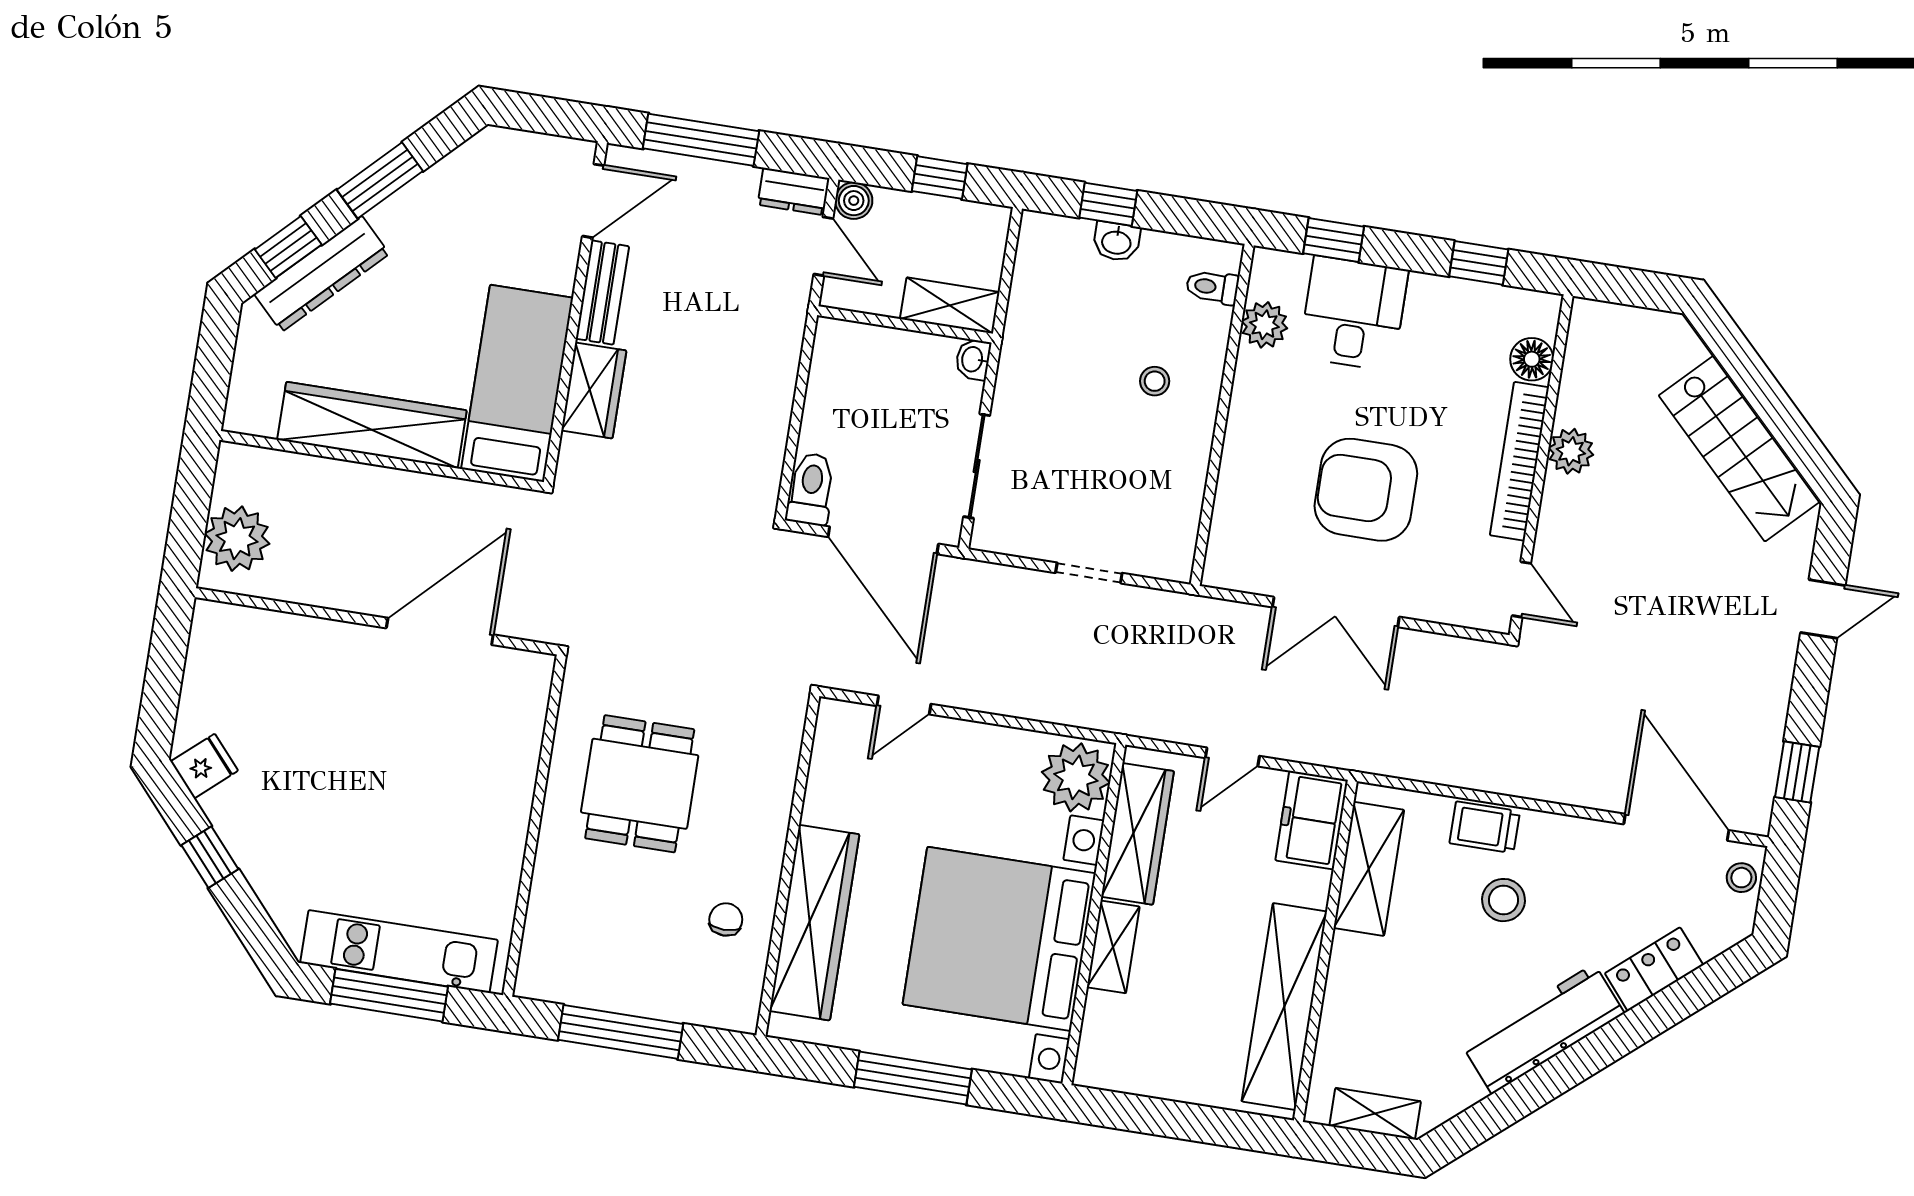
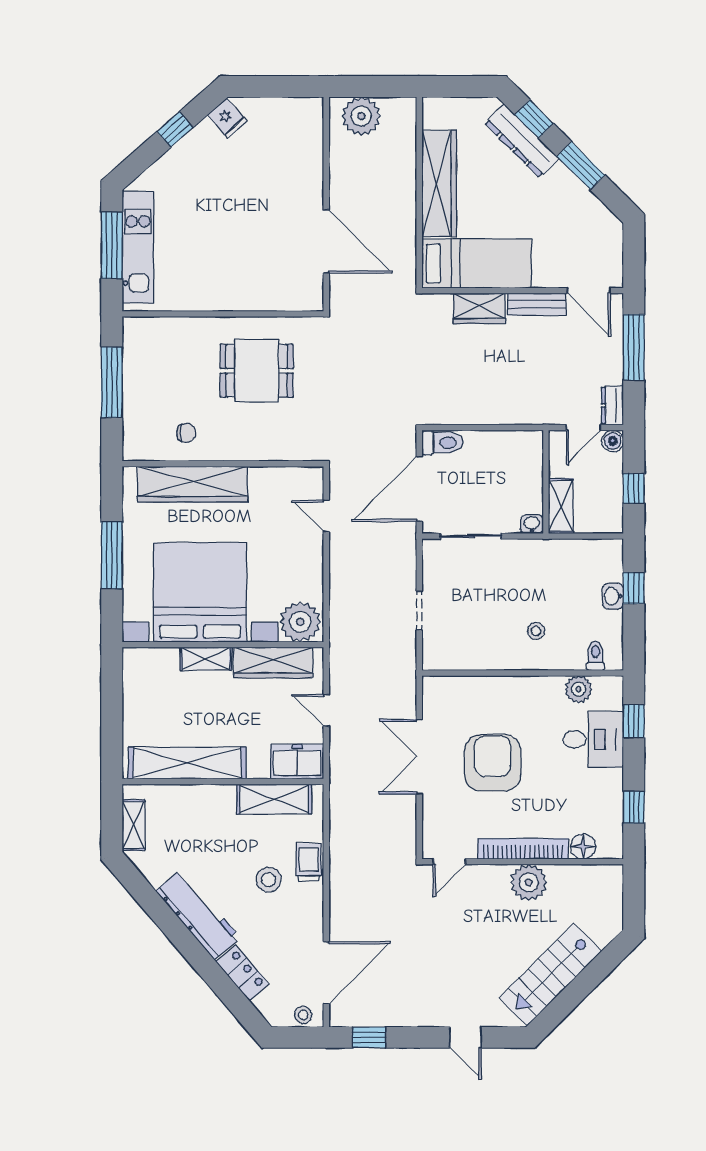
plant: (1571, 451) -> (529, 882), width x1.36, depth x1.36

